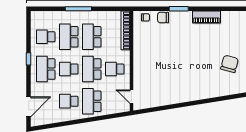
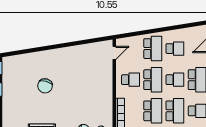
chair: (230, 64) -> (45, 86), moved
door: (132, 97) -> (114, 53), hinge flipped

